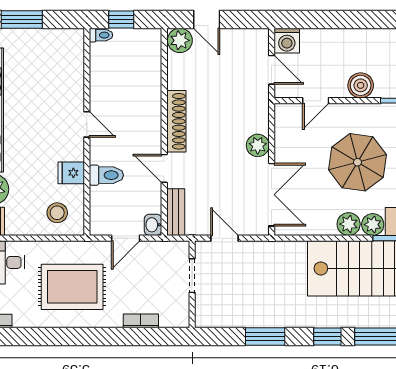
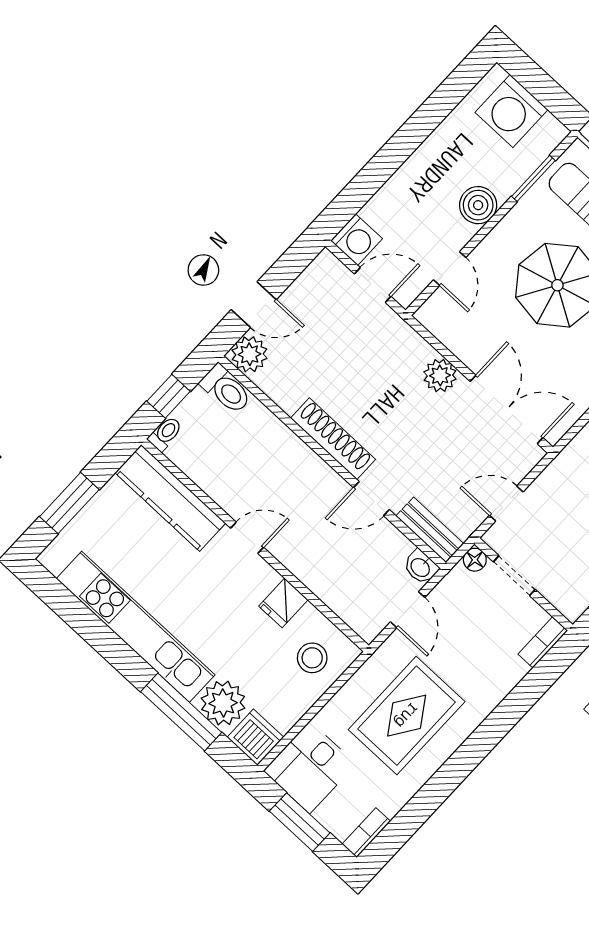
kitchen counter: (71, 67) -> (170, 498), added
toilet: (106, 175) -> (226, 389), moved, turned 90
floor lamp: (182, 248) -> (475, 560), added
bookcase: (141, 321) -> (543, 642), moved

